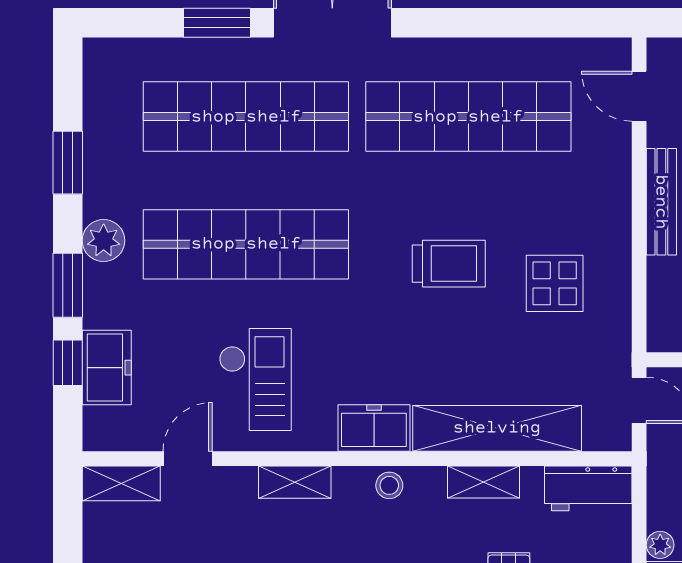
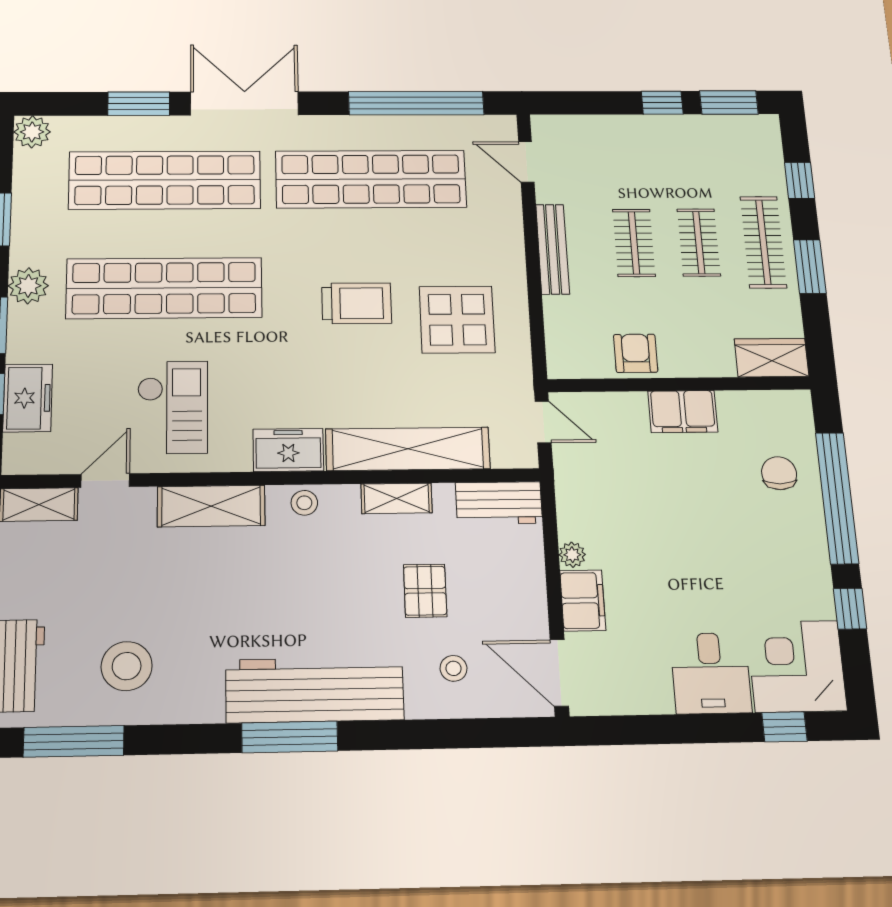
window: (521, 23) -> (416, 103), added
plant: (102, 57) -> (32, 132), added
display table: (555, 283) -> (457, 320), width x1.36, depth x1.36
shelving: (295, 482) -> (211, 506), width x1.50, depth x1.33

